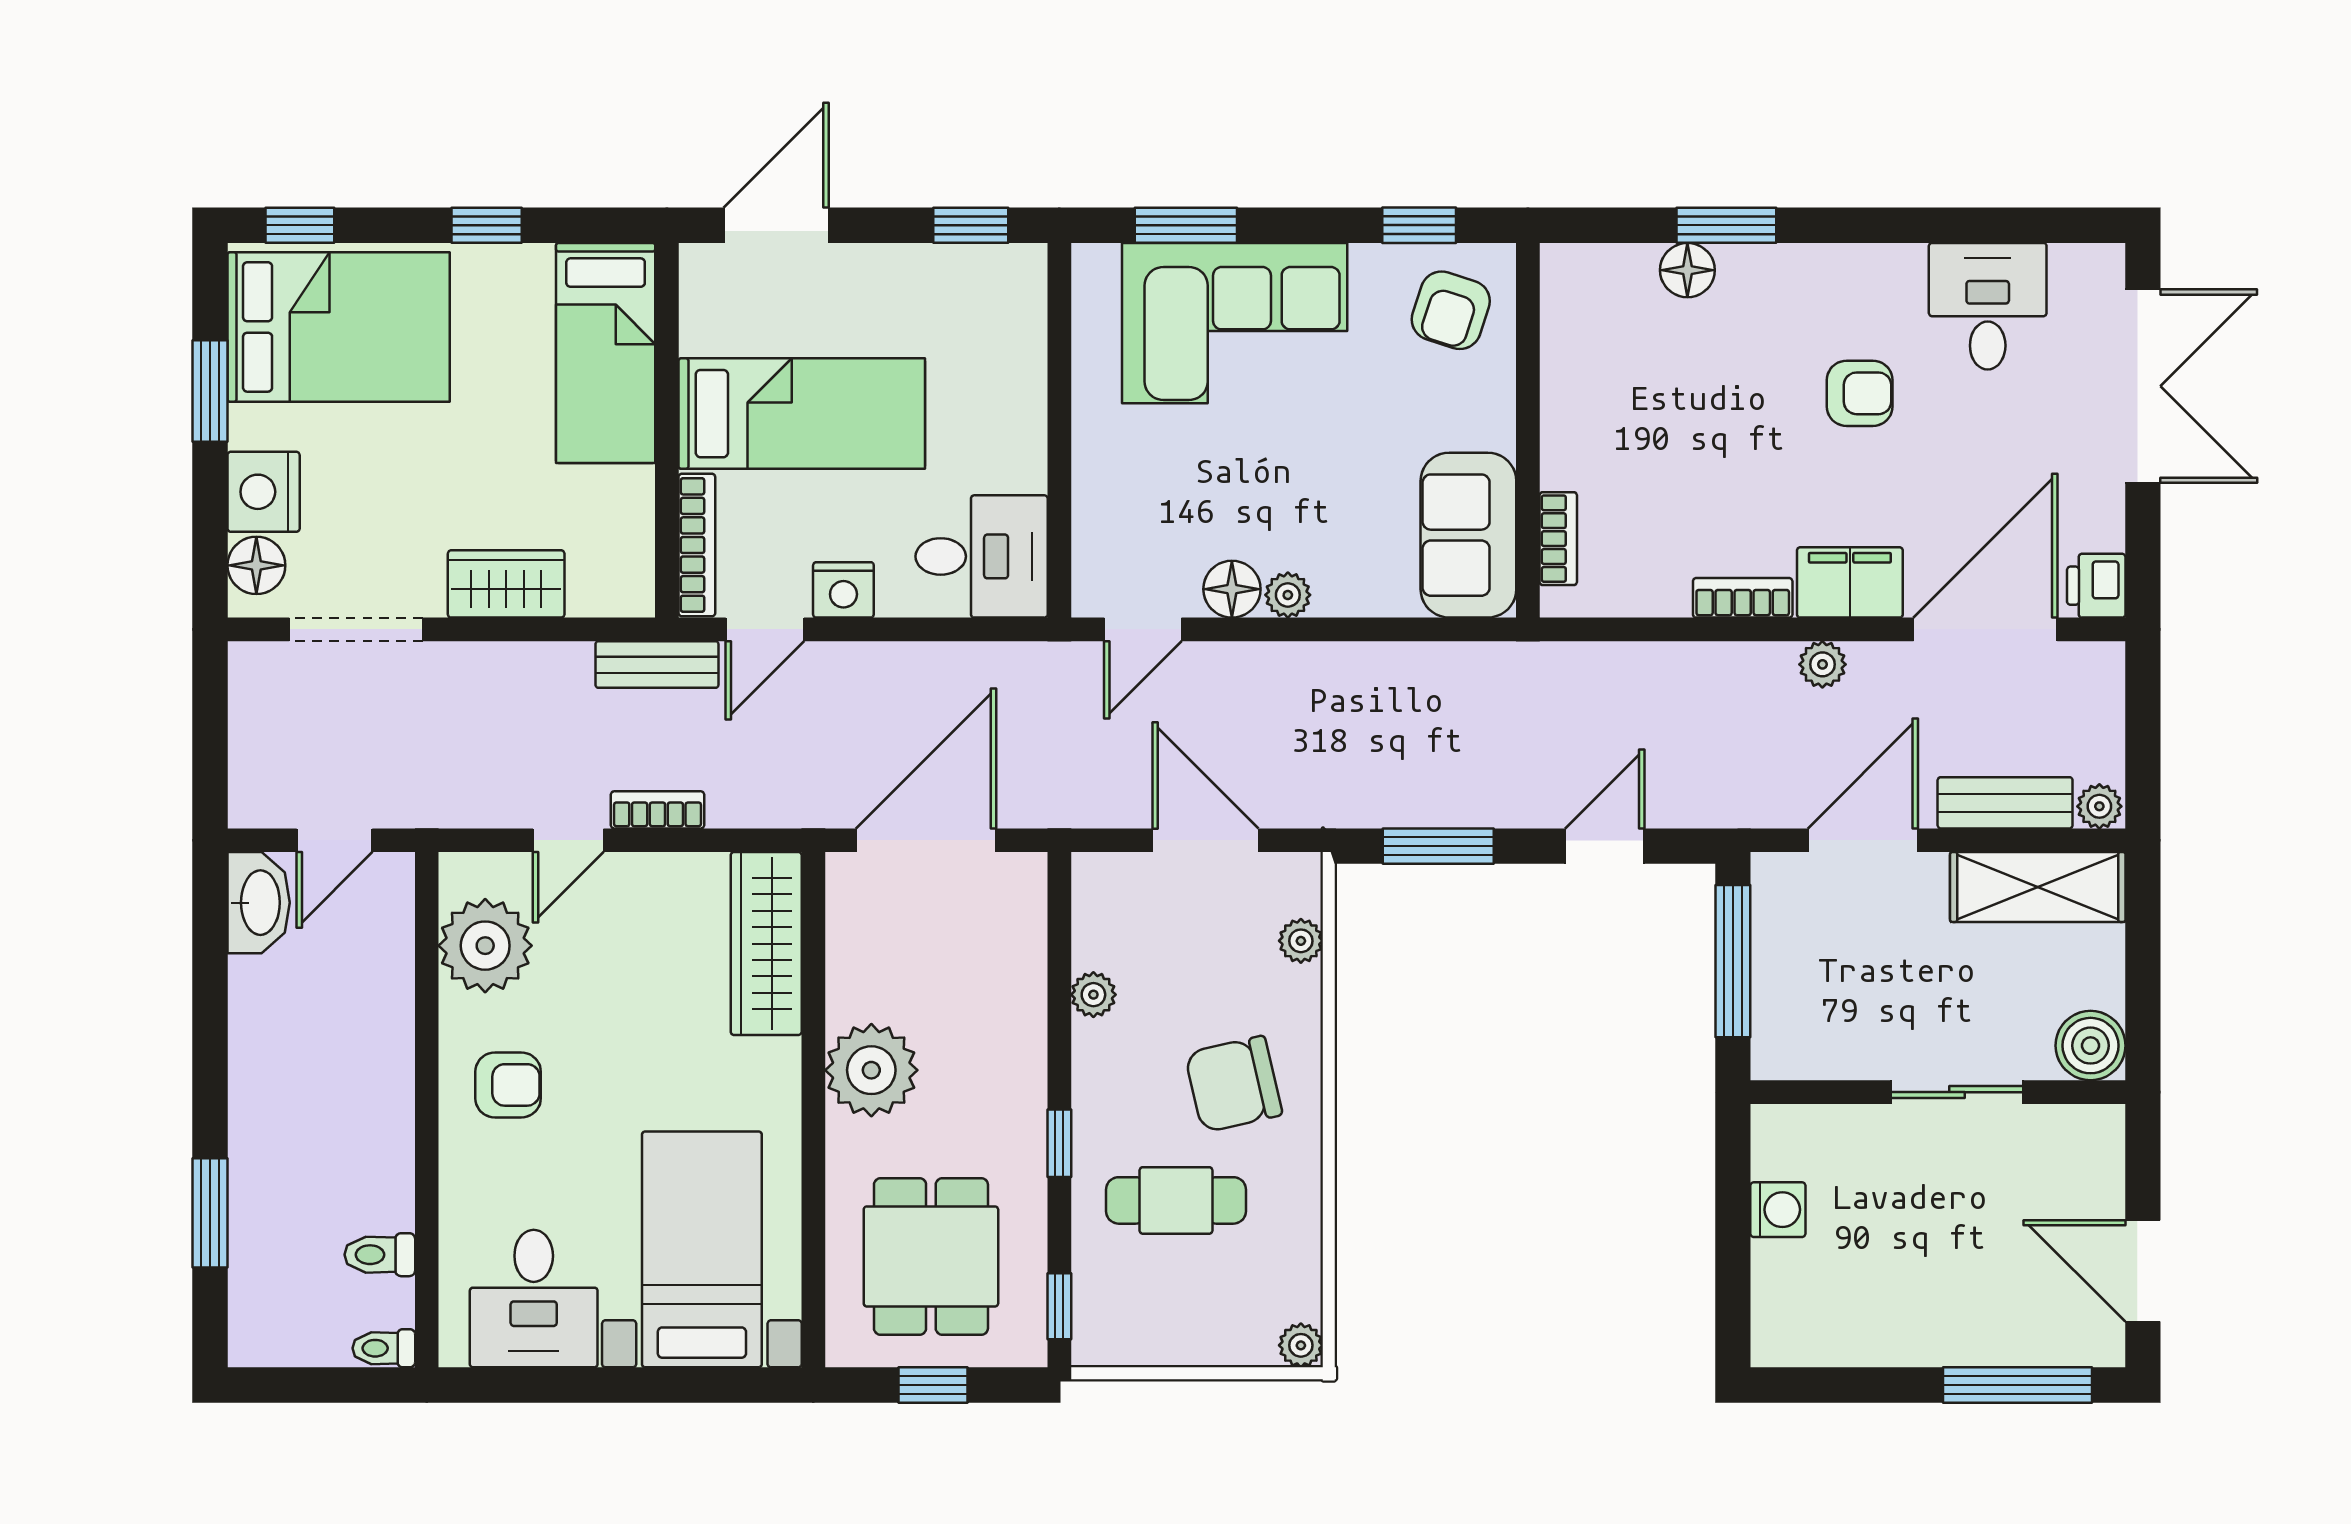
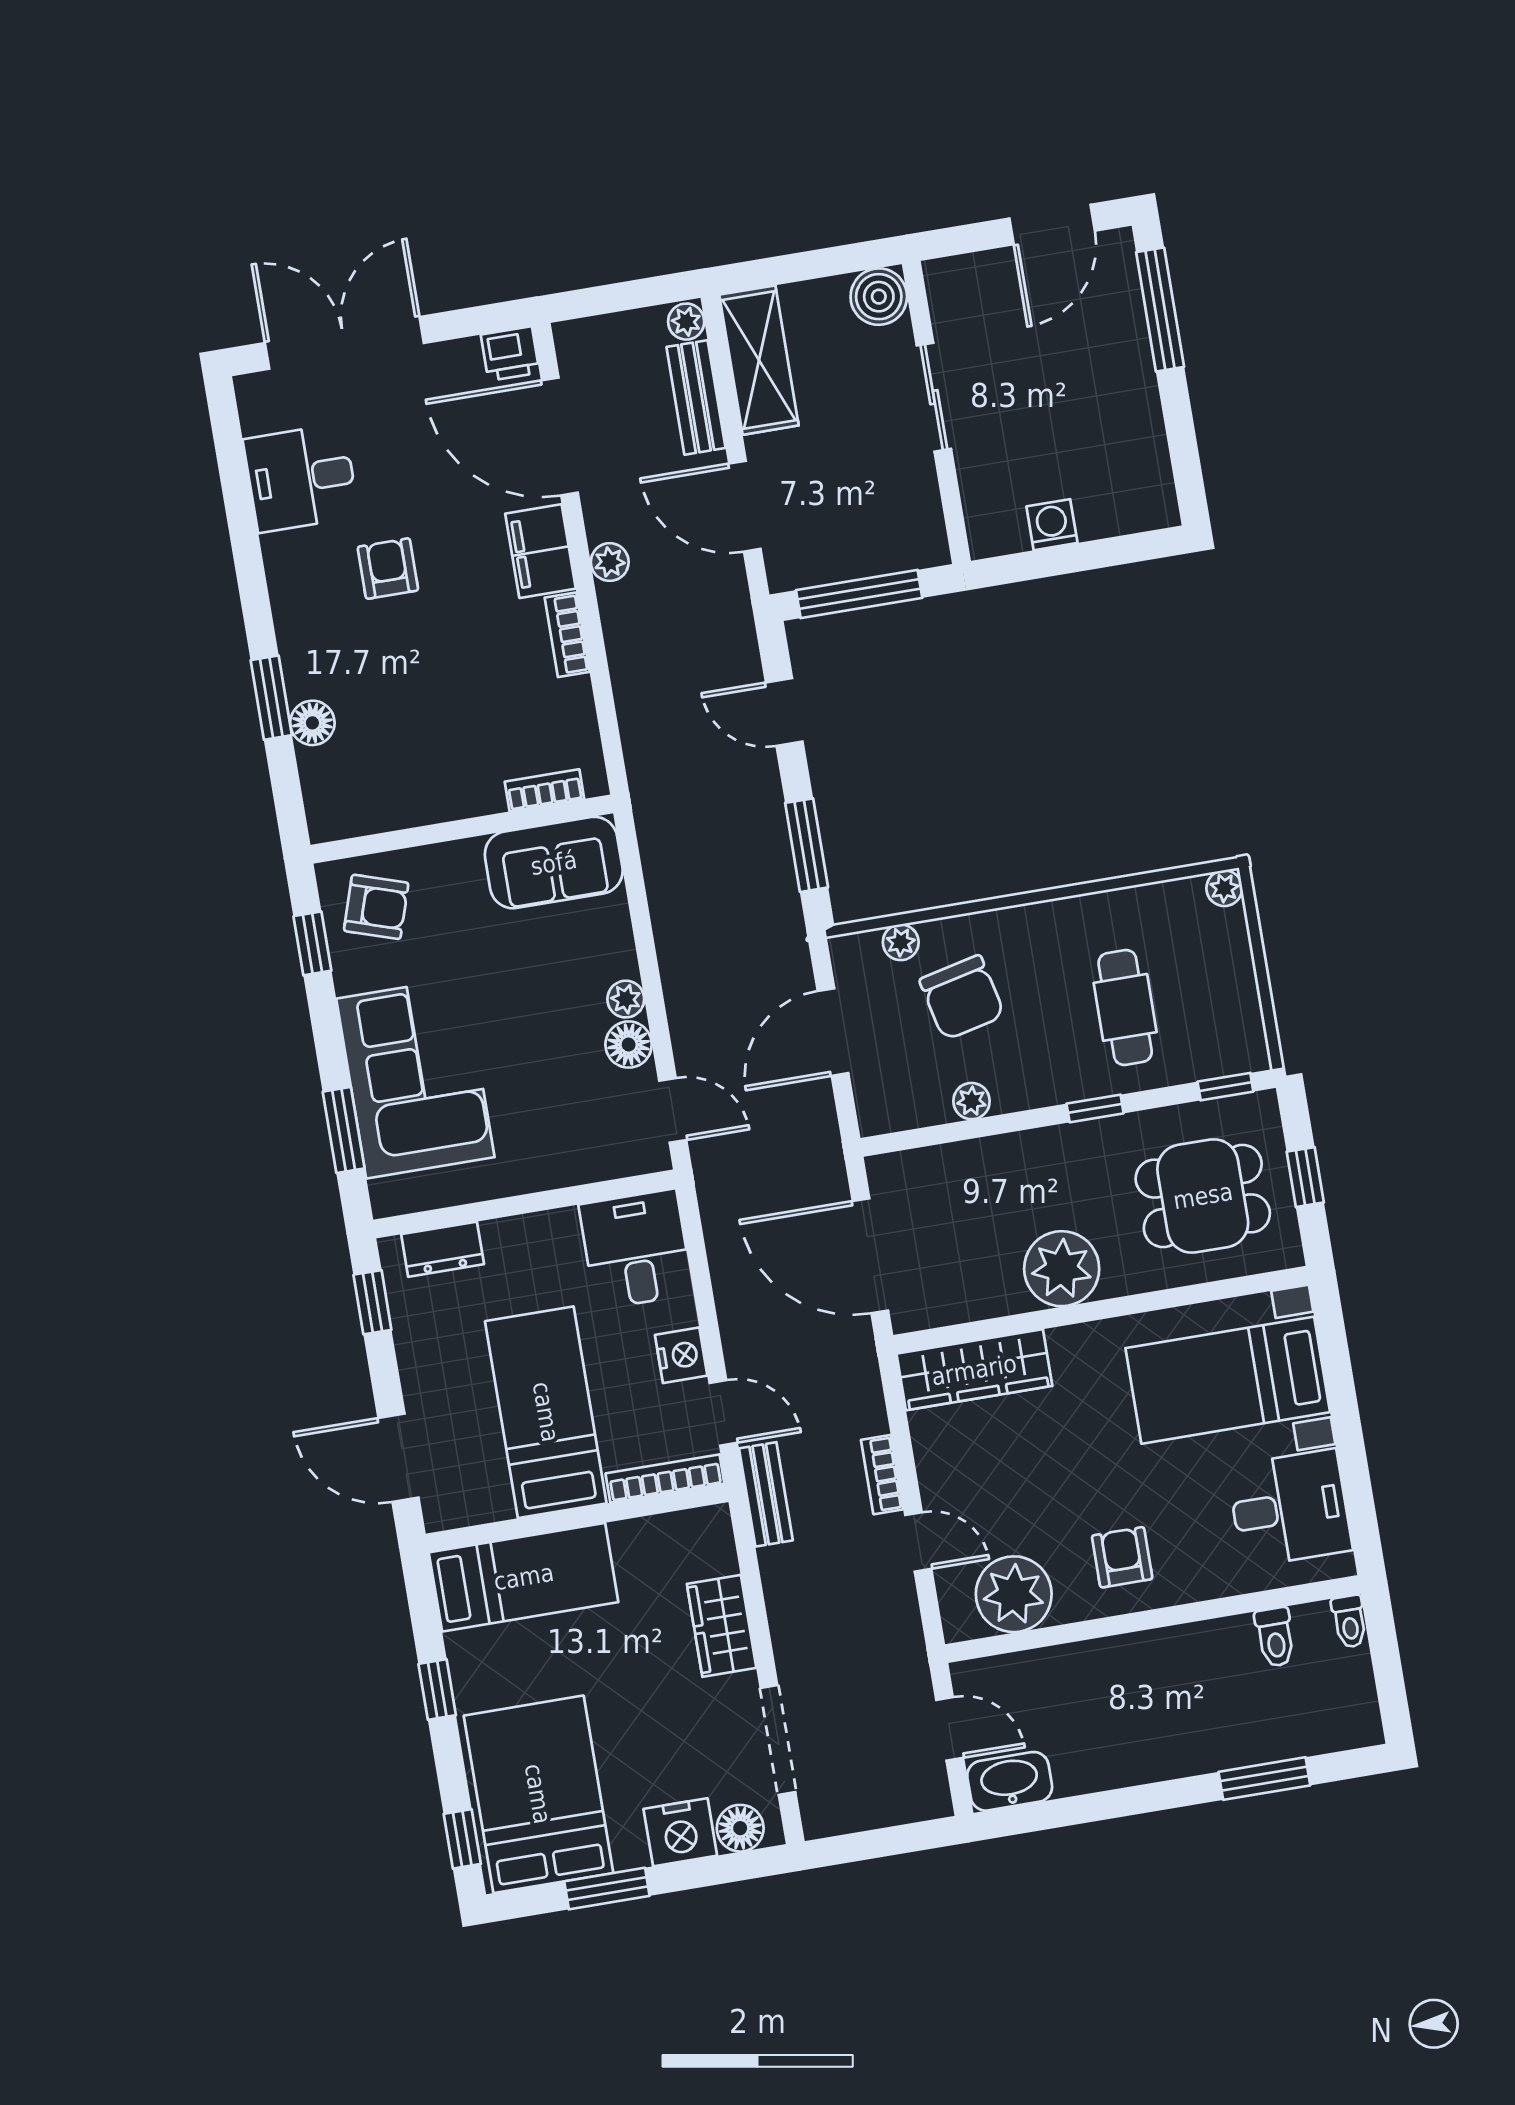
dresser: (1021, 321) -> (443, 1249), added
chair: (1233, 1084) -> (962, 998), moved

